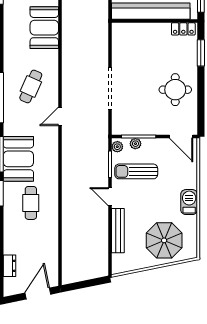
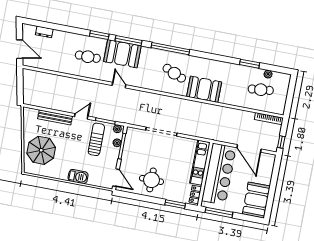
booth: (44, 28) -> (204, 89), moved
kitchen unit: (141, 31) -> (200, 163), added
door: (60, 116) -> (119, 85), moved
door: (181, 136) -> (116, 178), swing flipped
barbecue: (189, 202) -> (78, 177), moved

